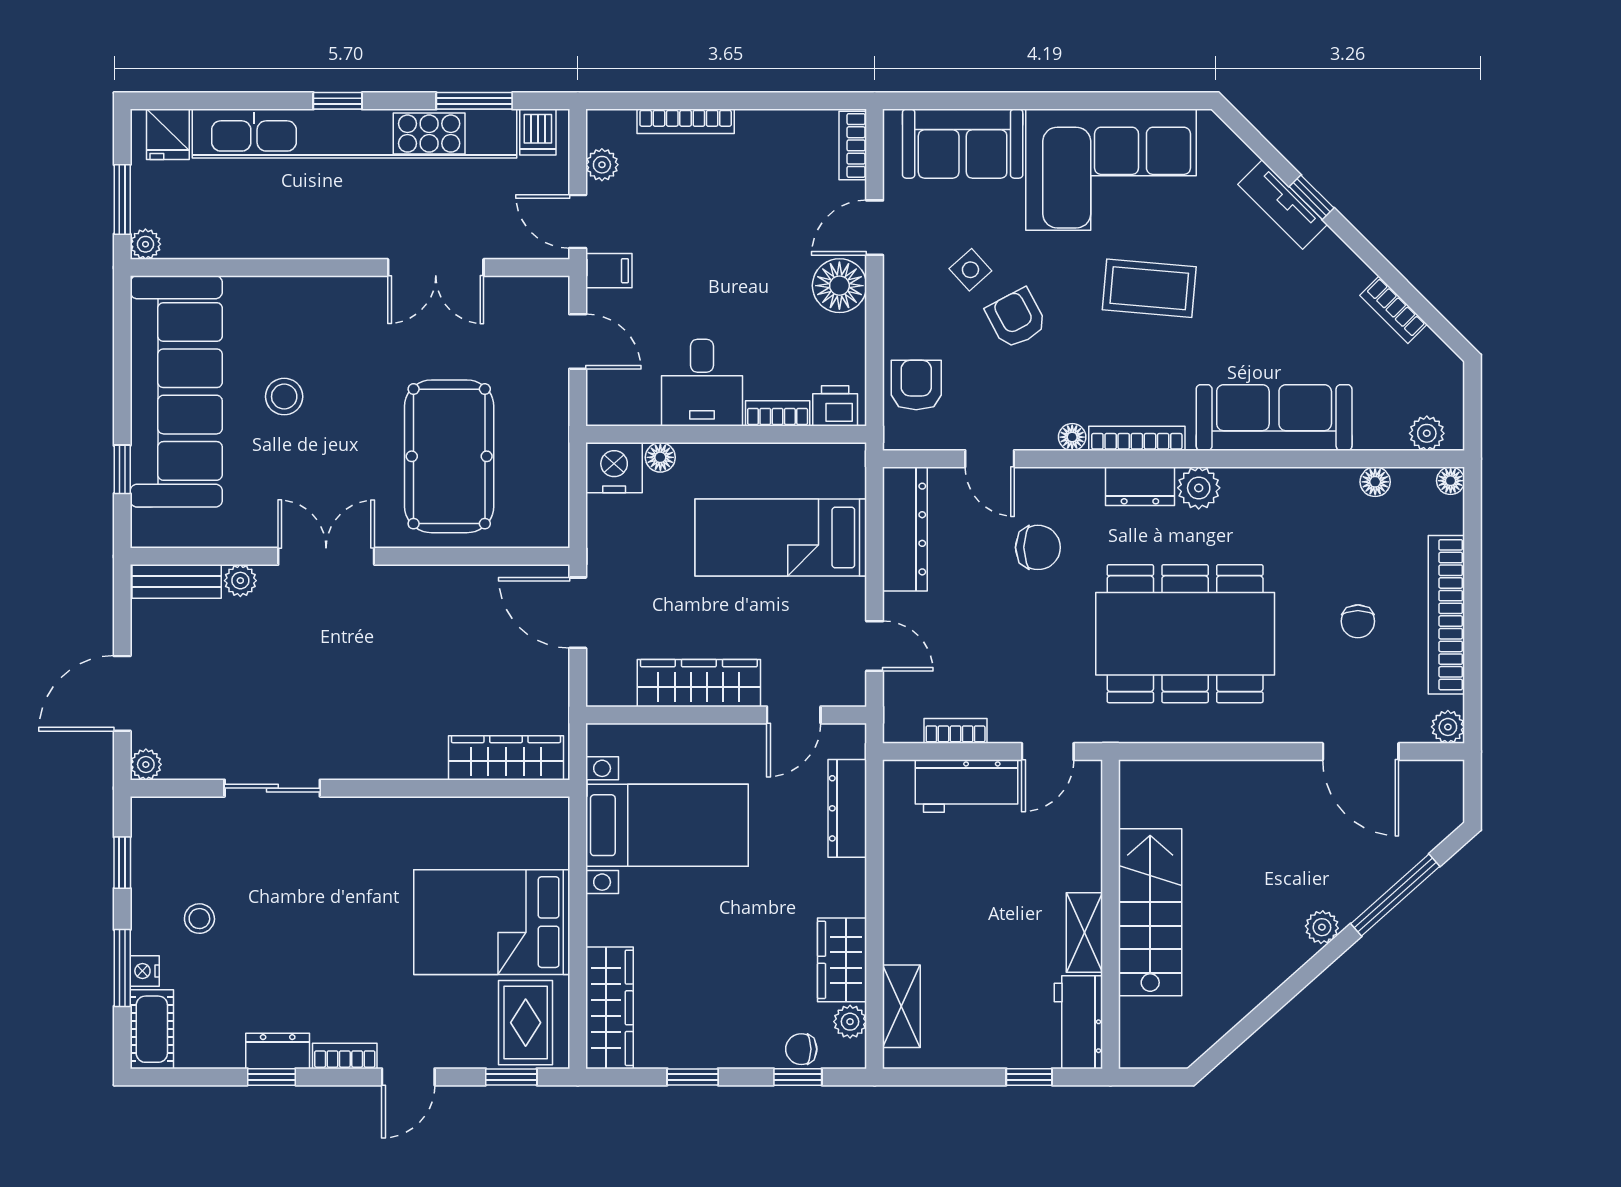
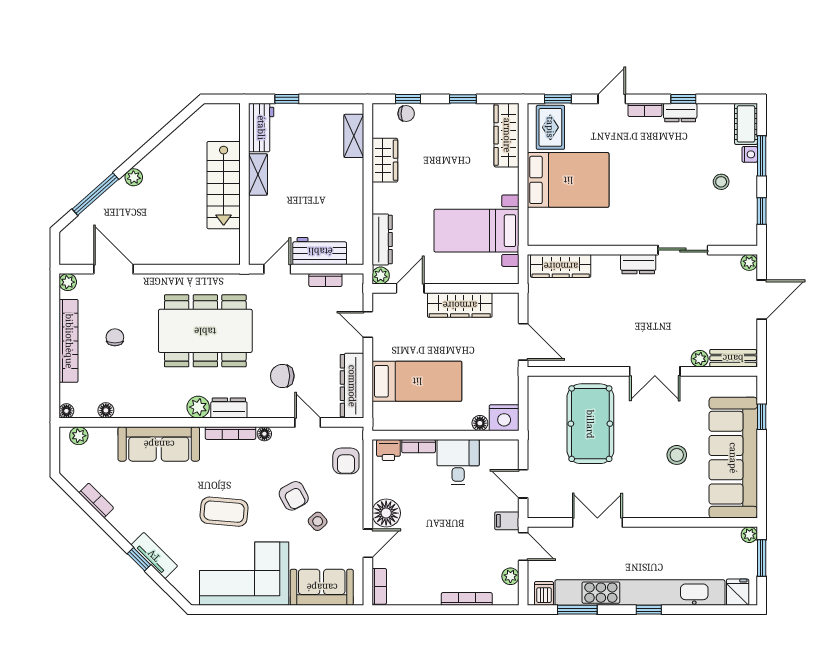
dresser: (358, 761) -> (638, 264), added
plant: (850, 1022) -> (381, 275), moved

